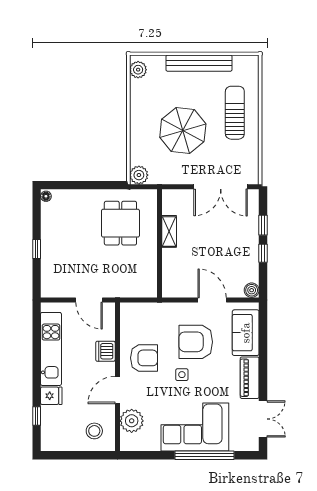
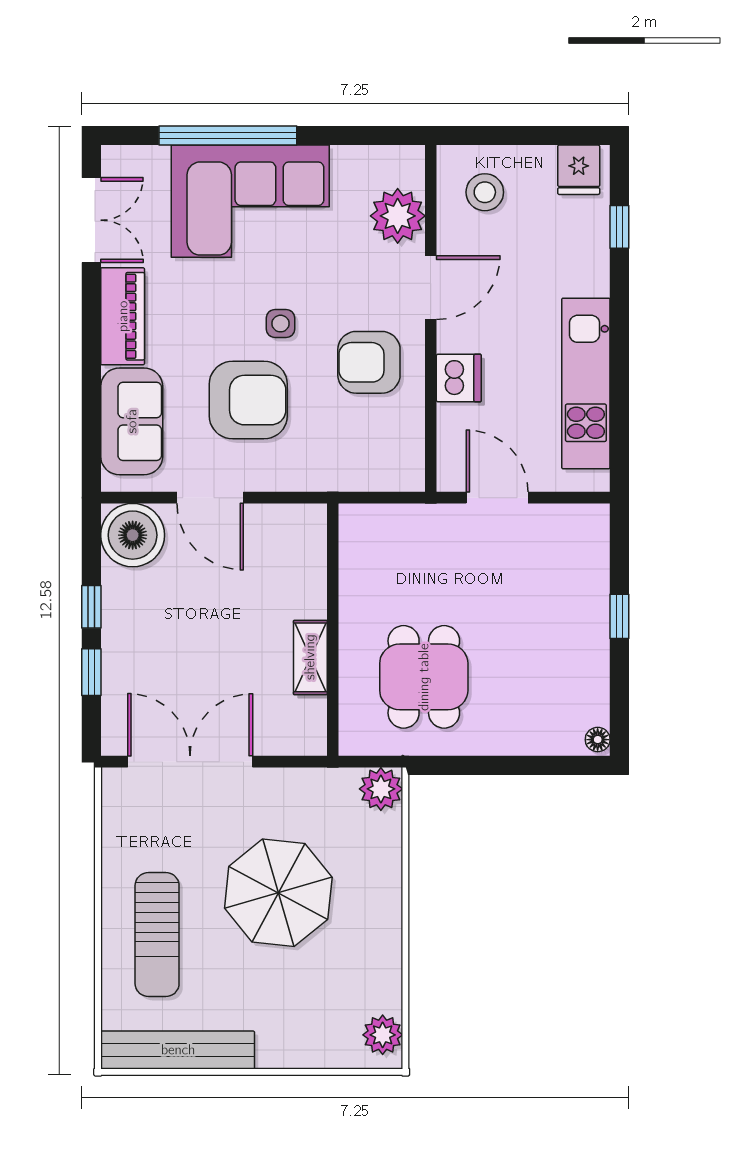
bench: (199, 63) -> (178, 1050), moved
boiler: (252, 290) -> (133, 535), width x1.86, depth x1.86
fridge: (51, 396) -> (579, 170), moved, turned -90
double door: (263, 419) -> (91, 220), swing flipped

